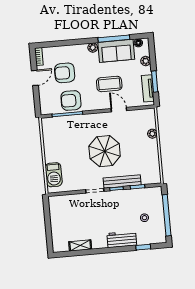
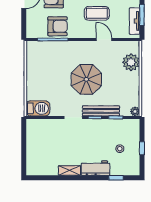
armchair: (71, 101) -> (58, 26), turned 180
plant: (152, 134) -> (131, 62), width x1.88, depth x1.88
barbecue: (54, 175) -> (38, 108), moved, turned -90
plant: (156, 179) -> (135, 111), added
window: (167, 215) -> (142, 148), width x0.32
shelving: (80, 245) -> (69, 170), moved

